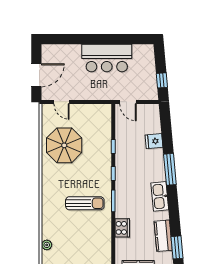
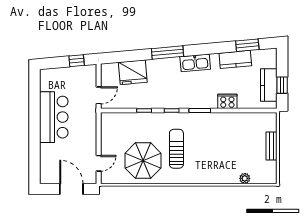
fridge: (154, 141) -> (133, 72), width x1.88, depth x1.34
sun lounger: (85, 203) -> (176, 149), moved

